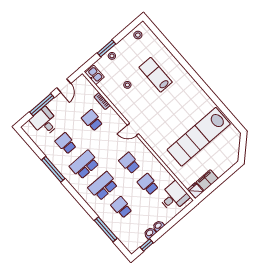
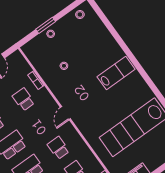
kitchen sink: (95, 75) -> (31, 52), removed
lab bench: (156, 75) -> (116, 73), moved, turned 90
door: (133, 129) -> (65, 113), hinge flipped

